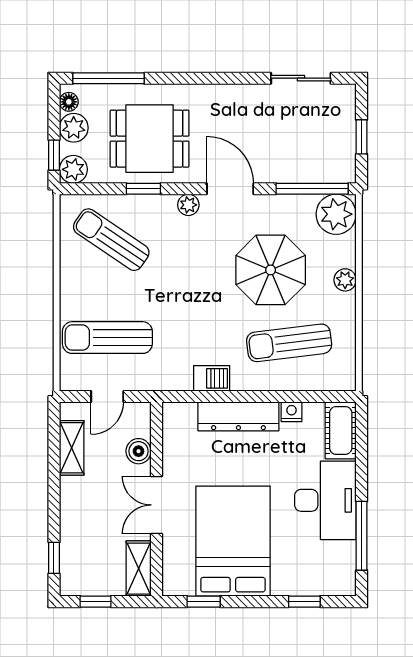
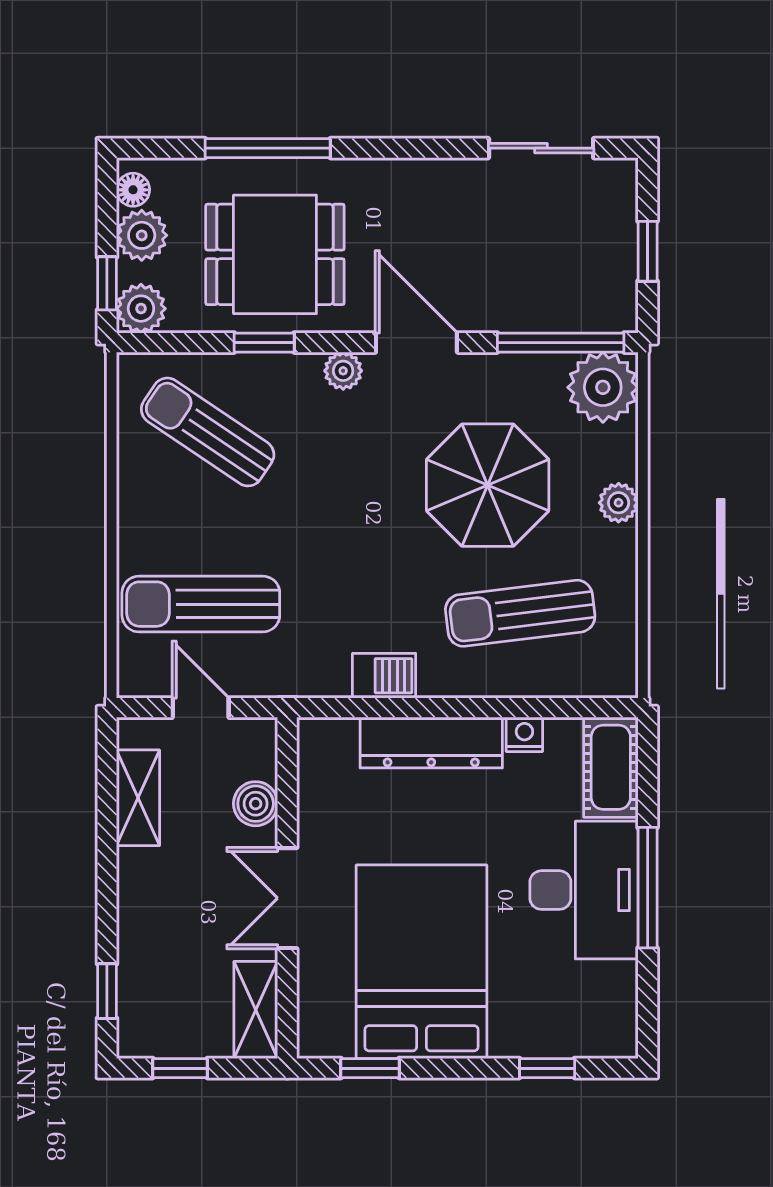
window: (109, 78) -> (268, 148), moved
door: (107, 397) -> (201, 708), swing flipped
window: (362, 536) -> (648, 888), moved

